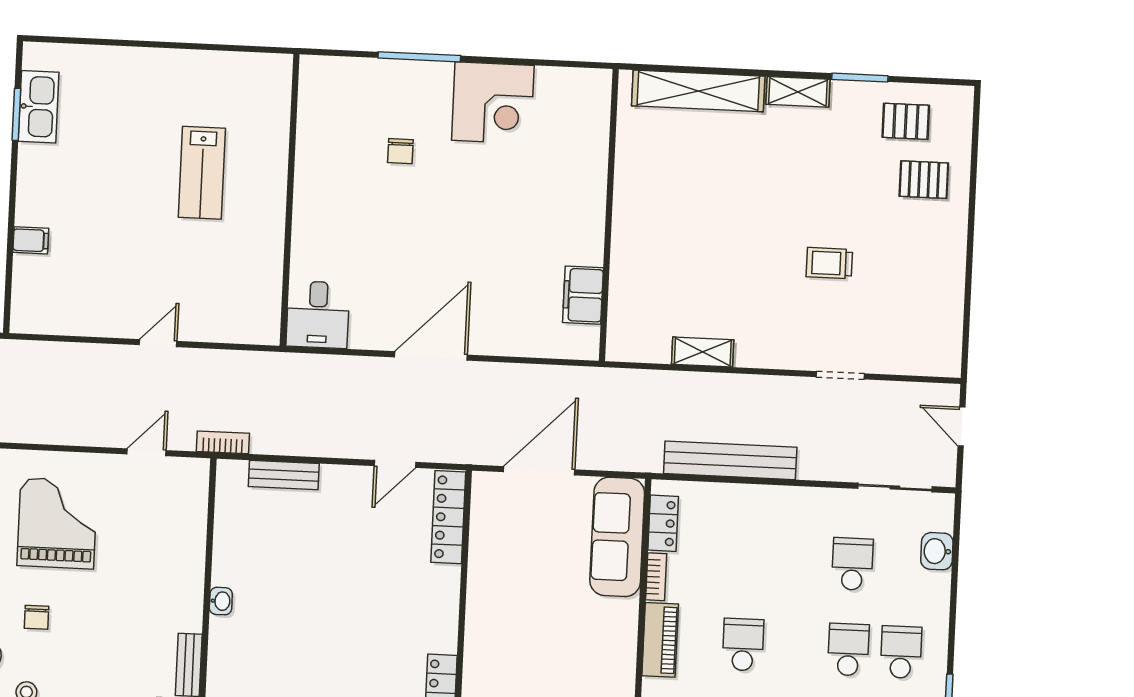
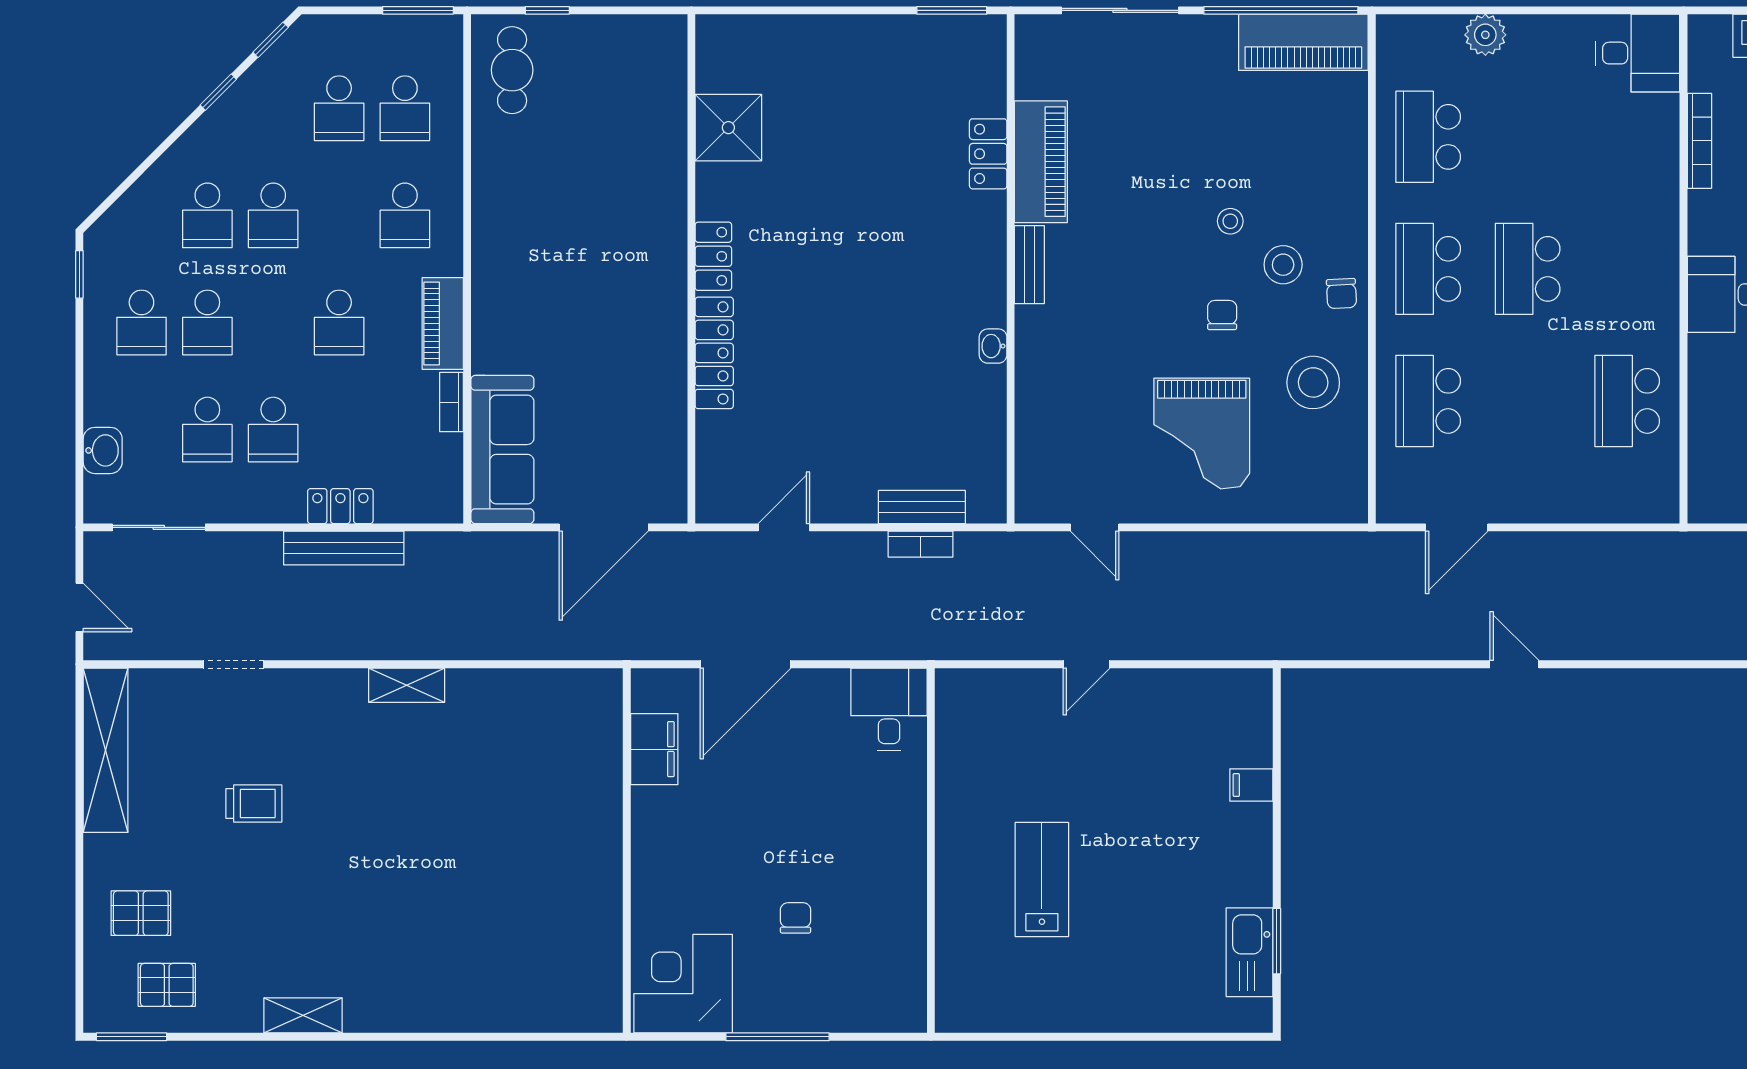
window: (860, 78) -> (131, 1037), moved
shelving: (698, 91) -> (106, 750), moved, turned 90
wall: (609, 215) -> (627, 851), moved
filing cabinet: (583, 295) -> (654, 749), moved
bookcase: (223, 442) -> (920, 544), moved
door: (146, 452) -> (1095, 527), hinge flipped
bench: (730, 460) -> (344, 548), width x0.73, depth x0.82
locker: (448, 517) -> (714, 353), moved
locker: (663, 523) -> (340, 506), moved, turned 90
school desk: (800, 561) -> (273, 430), added

